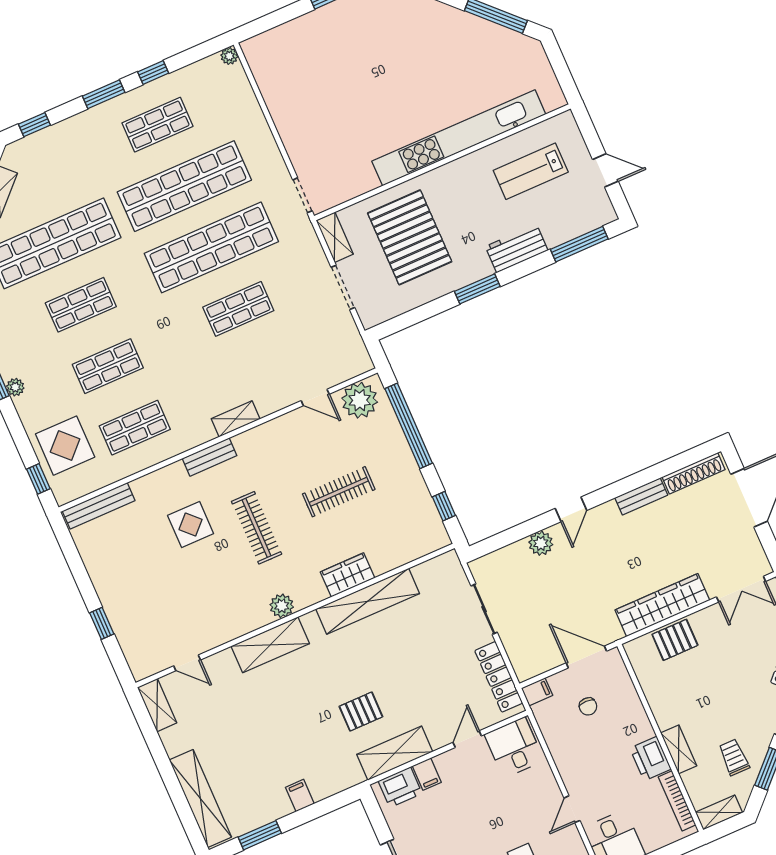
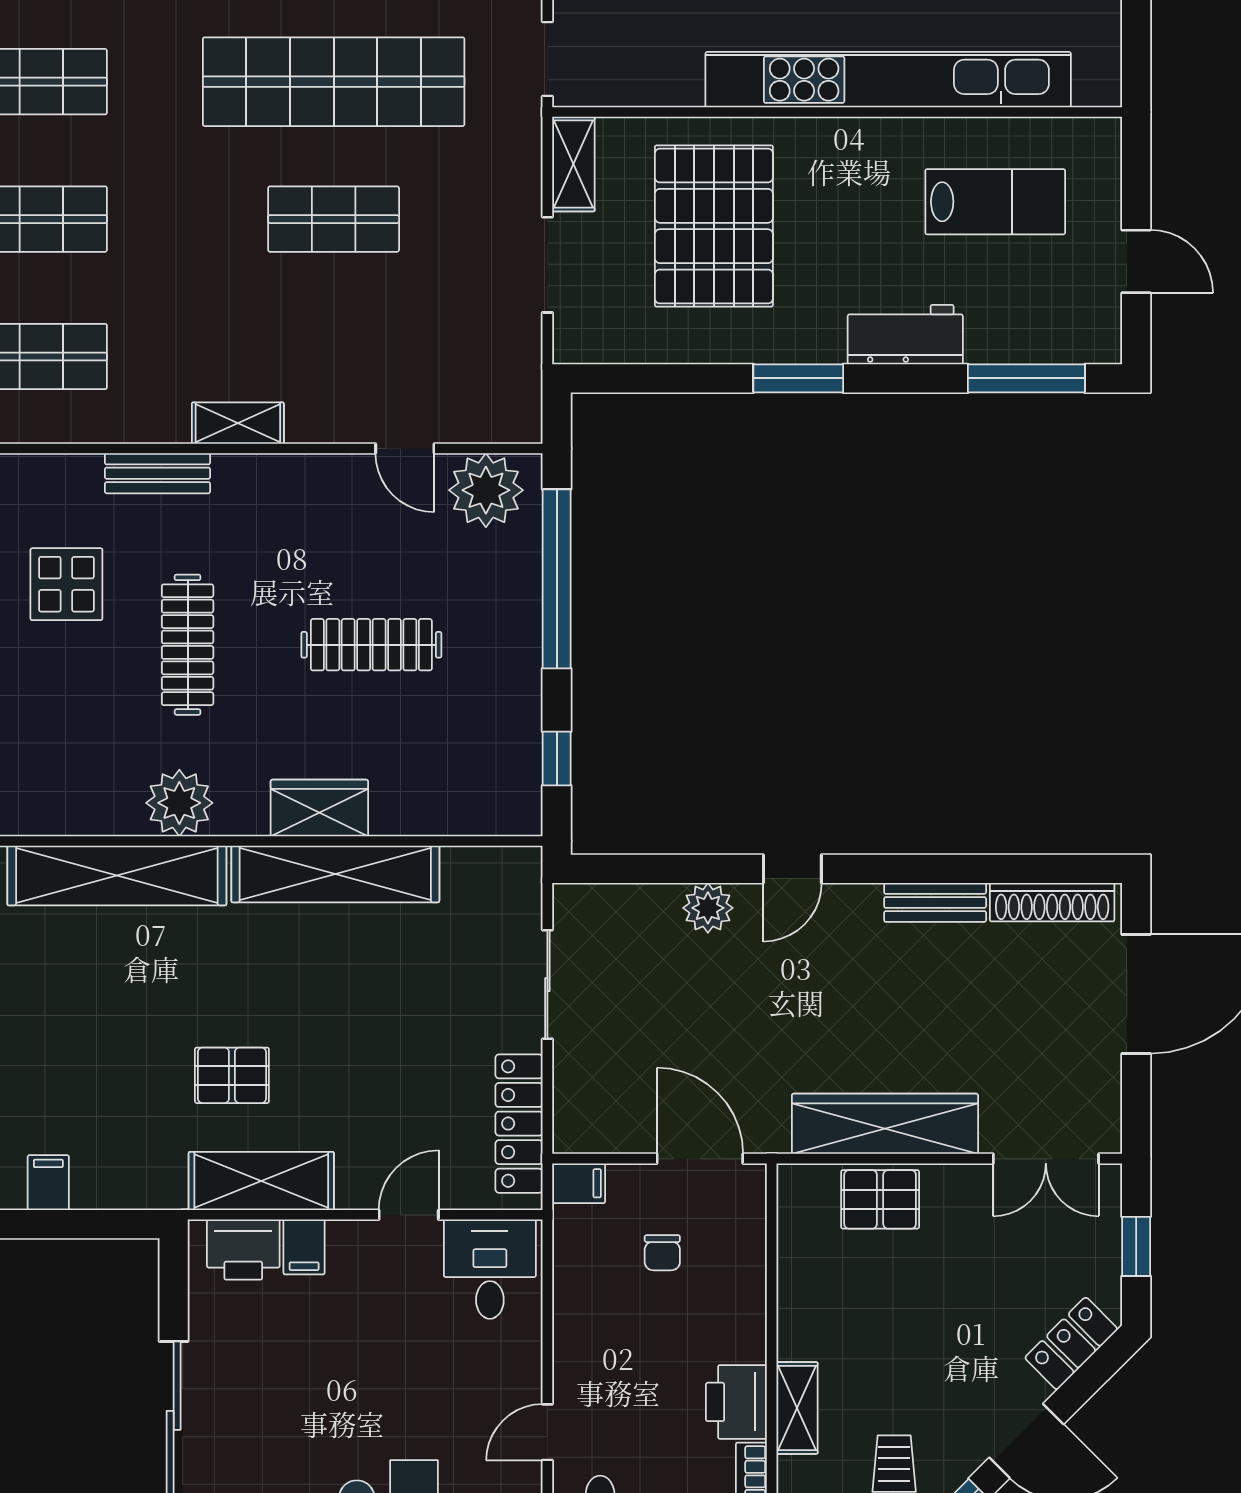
lab bench: (531, 171) -> (995, 202), turned 180
plant: (282, 606) -> (179, 803), width x1.36, depth x1.36
shelving: (270, 645) -> (117, 876), width x1.47

